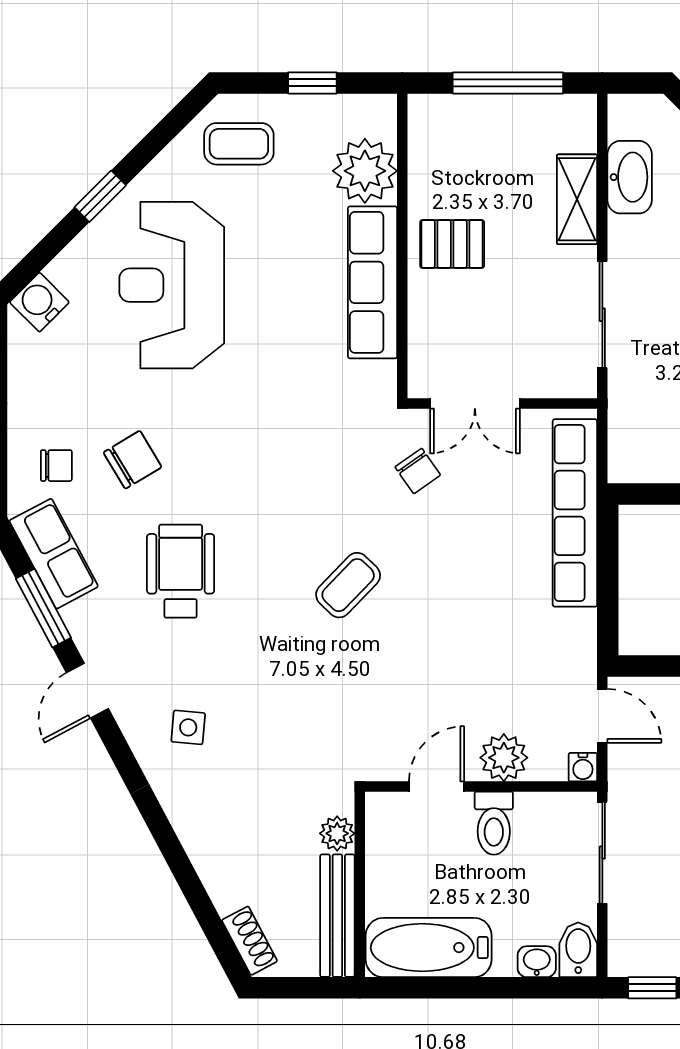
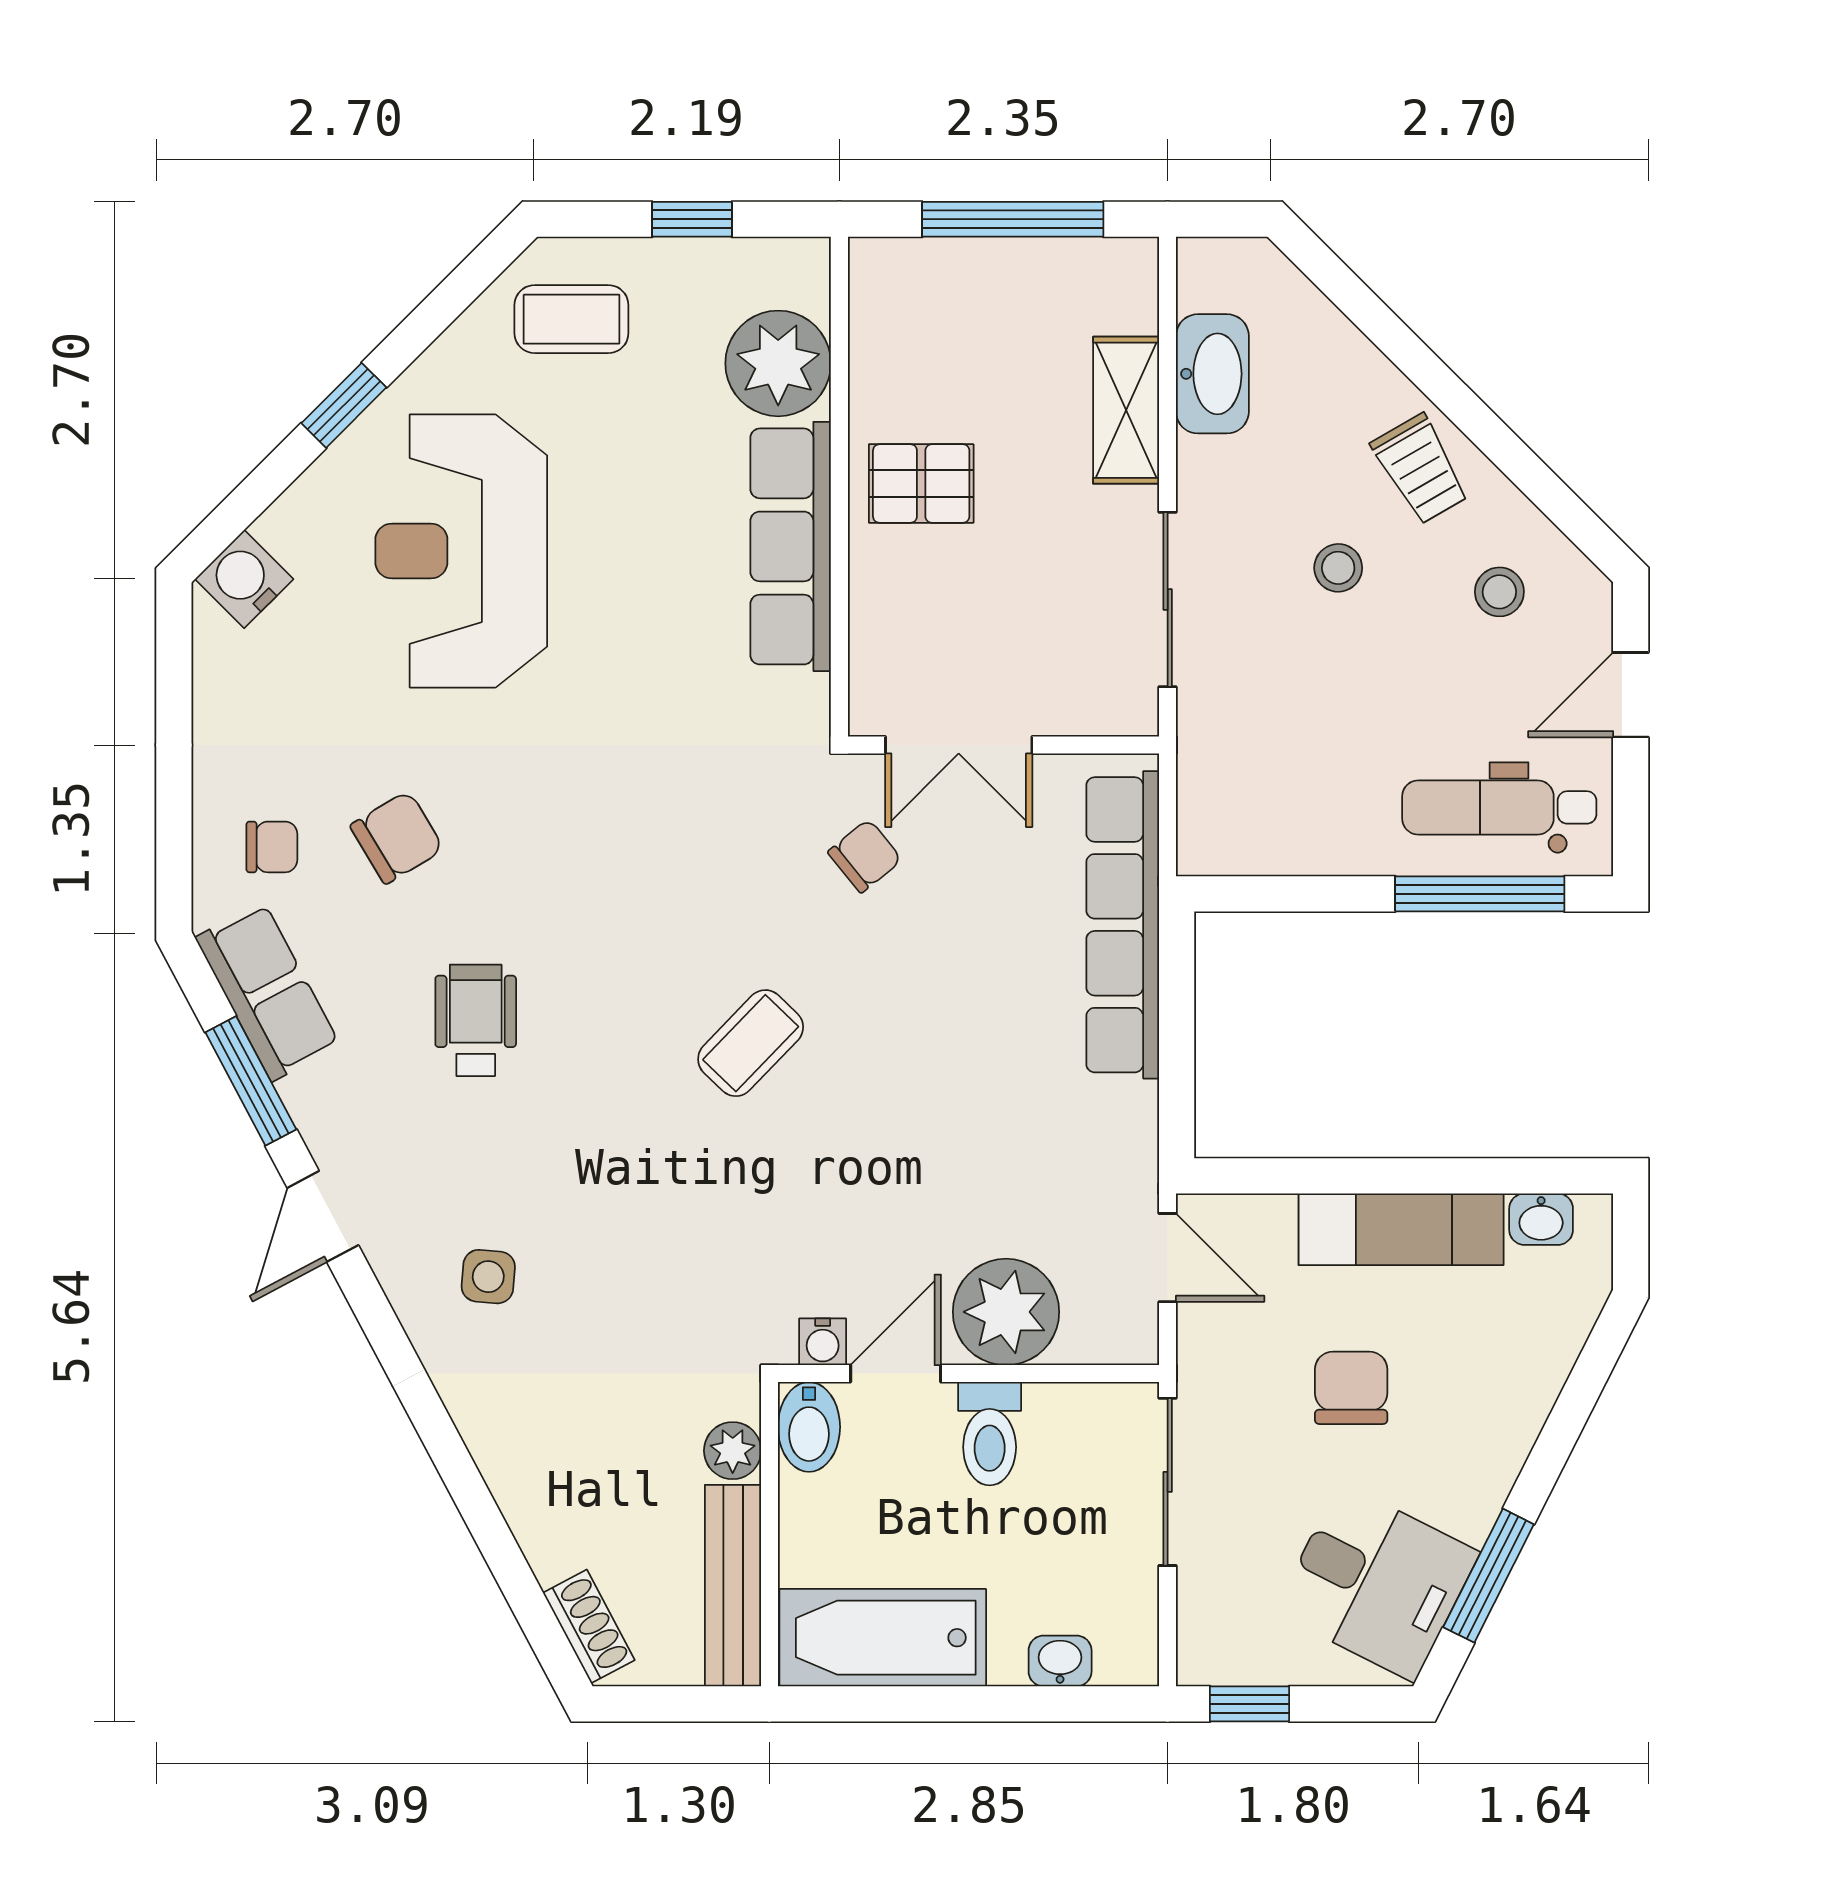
chair: (418, 471) -> (865, 856), turned -94
wheelchair: (181, 571) -> (476, 1020), width x0.73, depth x0.73
plant: (504, 758) -> (1006, 1312), width x1.36, depth x1.36
water cooler: (583, 767) -> (823, 1342), moved
bidet: (578, 950) -> (809, 1427), moved, turned 180

